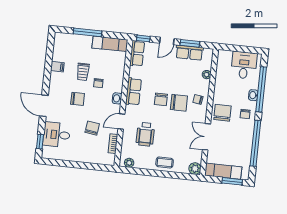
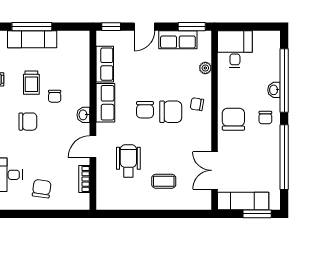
window: (190, 43) -> (192, 27), moved
exam couch: (110, 44) -> (32, 39), moved
row of seats: (137, 53) -> (105, 64), moved
desk: (244, 65) -> (235, 49), moved
chair: (92, 128) -> (42, 189), moved
wheelchair: (145, 134) -> (128, 161), turned 180
double door: (206, 137) -> (215, 170), moved
coffee table: (165, 162) -> (164, 181), moved
plant: (129, 163) -> (110, 203), removed
plant: (195, 169) -> (203, 202), removed

